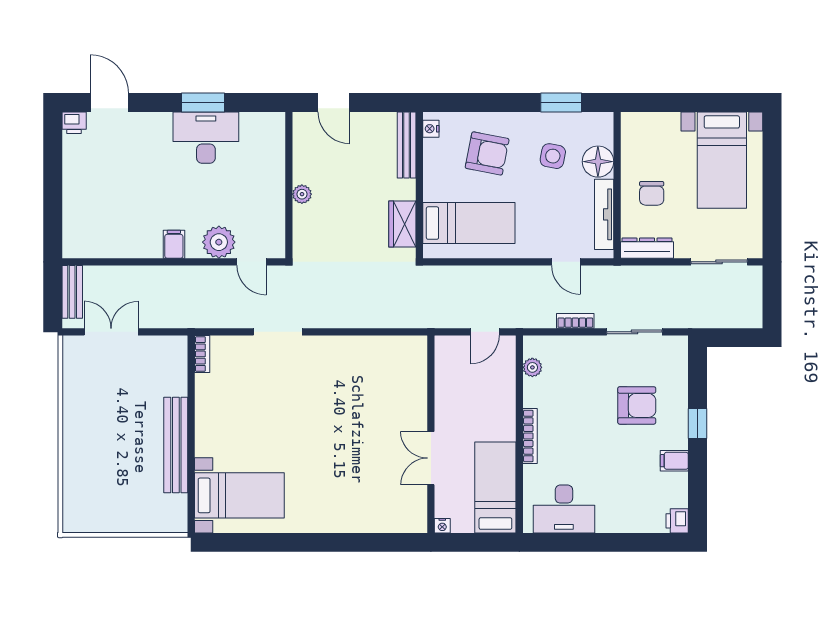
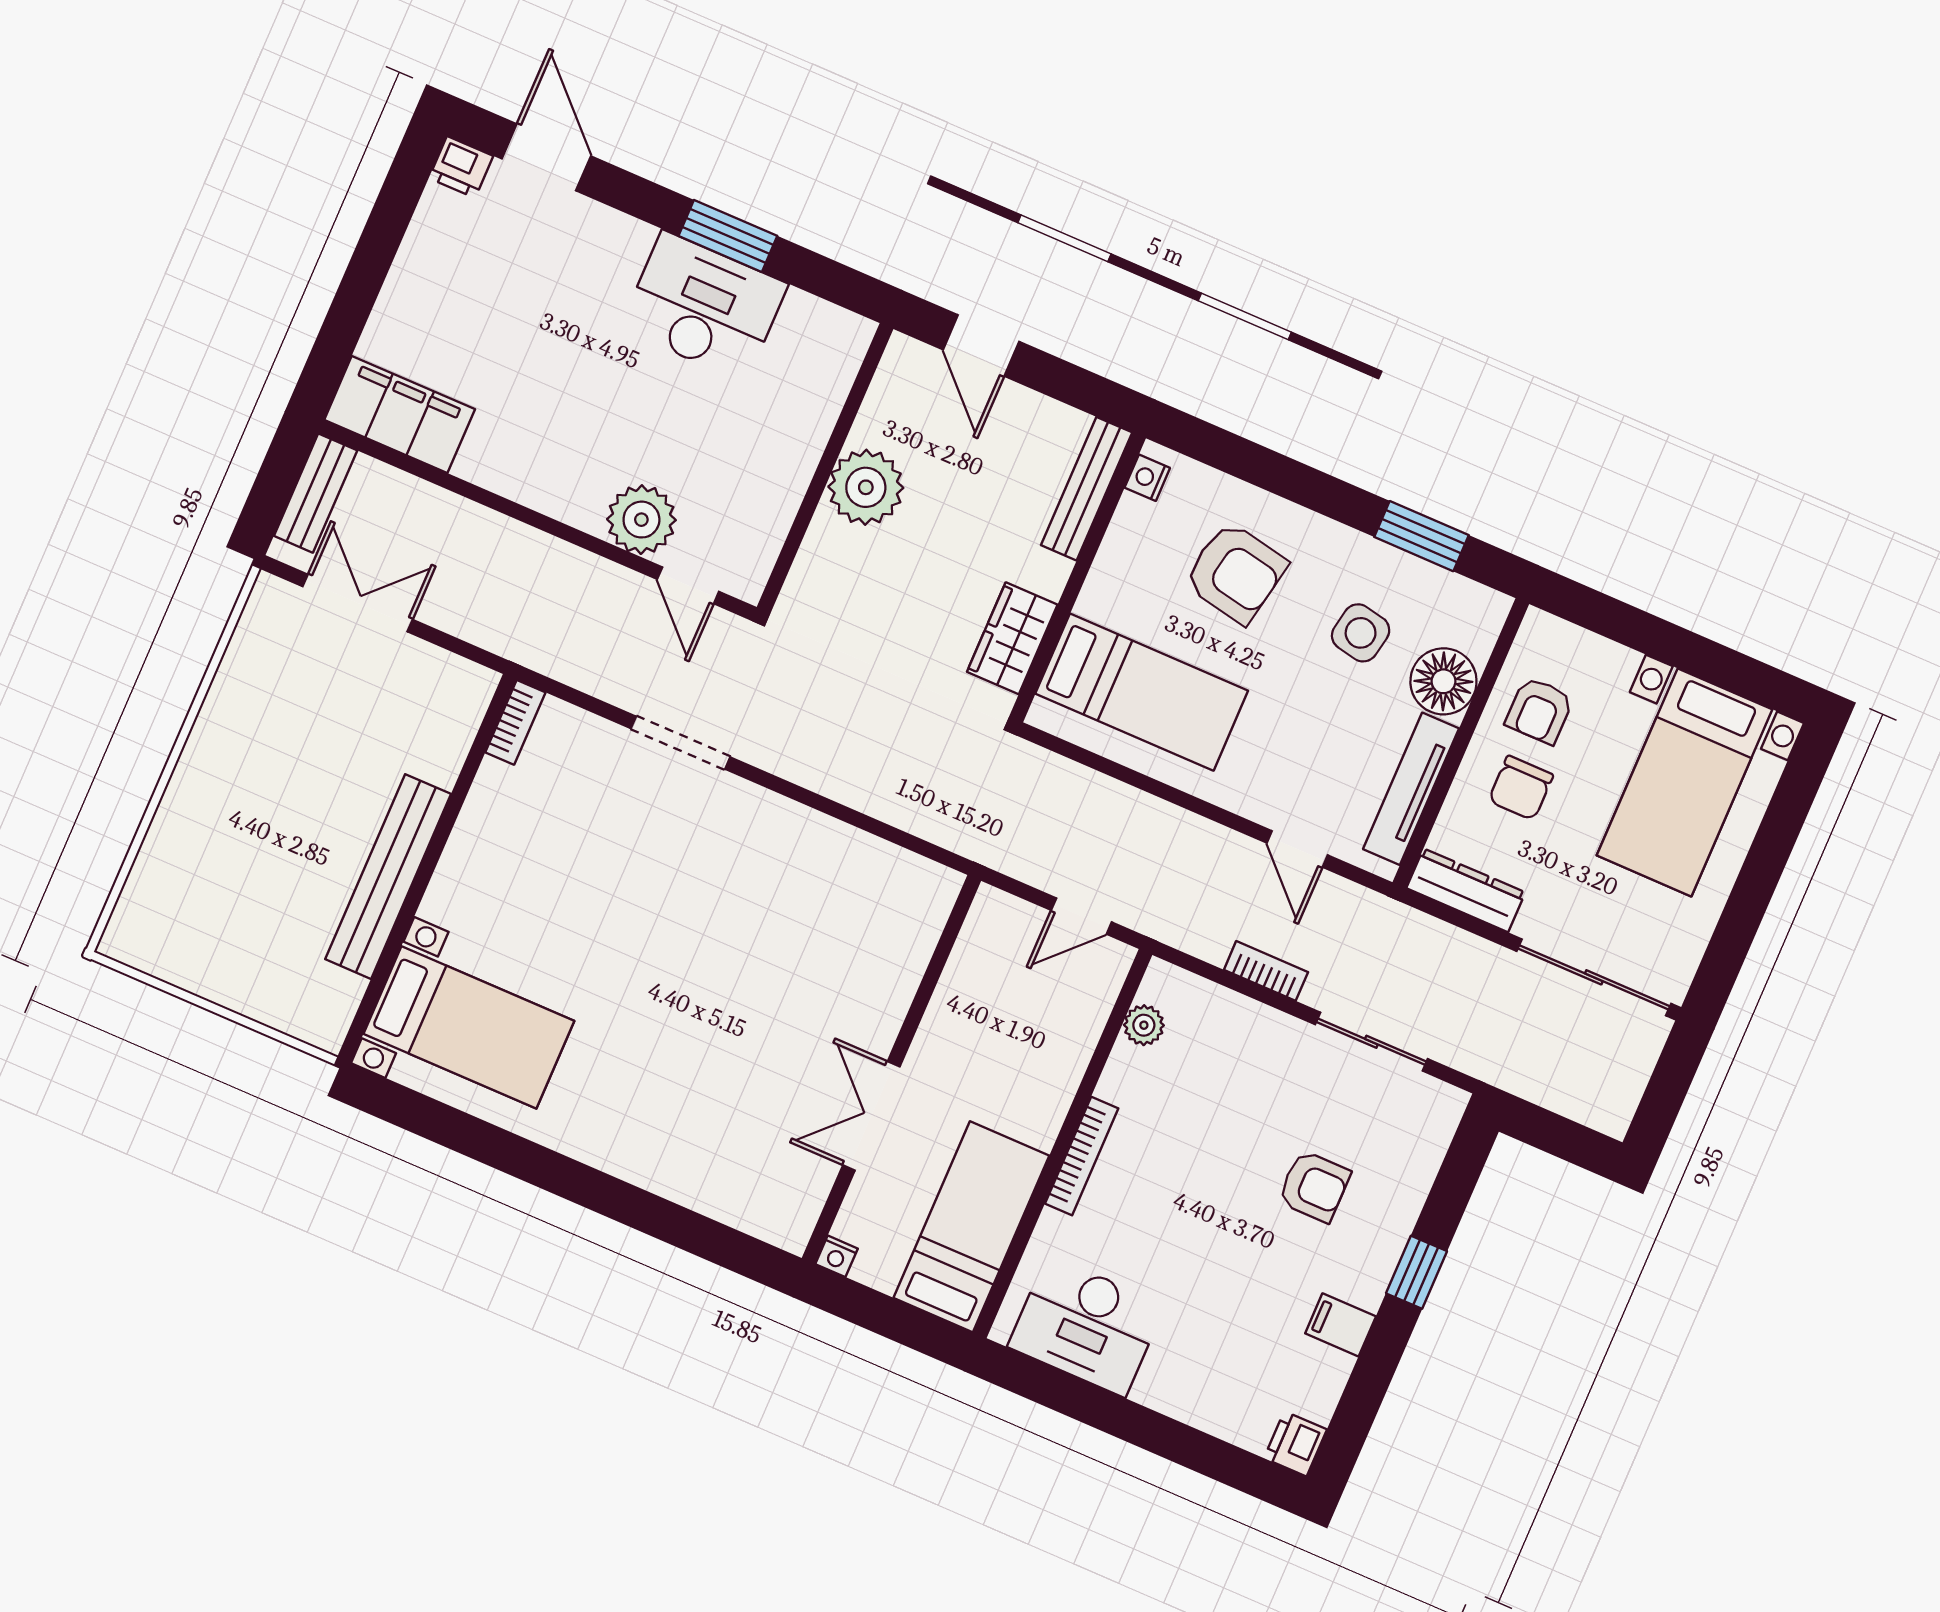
armchair: (645, 156) -> (1539, 711), added
plant: (302, 194) -> (866, 487), width x1.87, depth x1.87
filing cabinet: (174, 244) -> (400, 415), moved, width x3.00, depth x1.17
sliding door: (719, 262) -> (1594, 977), width x1.37
armchair: (637, 405) -> (1314, 1186), width x0.72, depth x0.72

